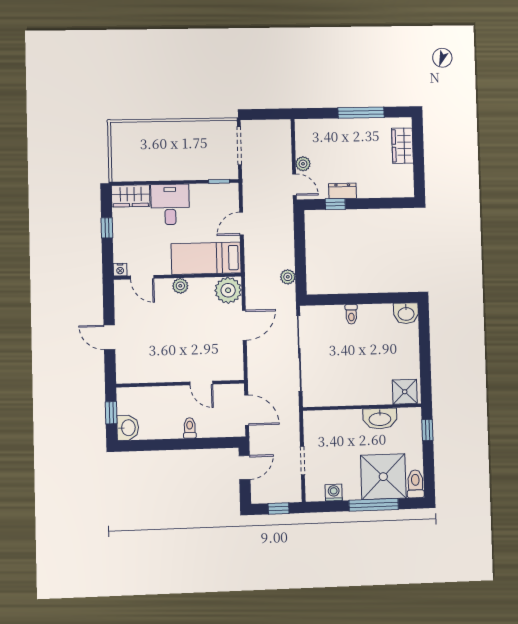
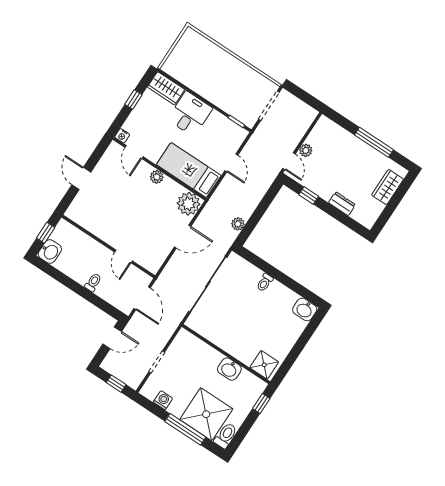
dresser: (342, 191) -> (342, 204), moved
door: (241, 224) -> (231, 163), swing flipped
washbasin: (380, 419) -> (229, 369), width x0.72

